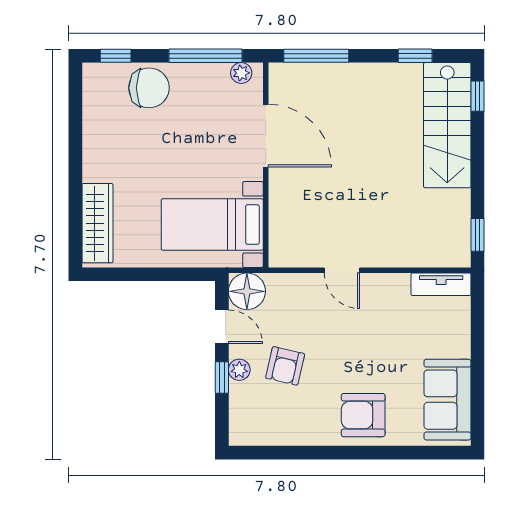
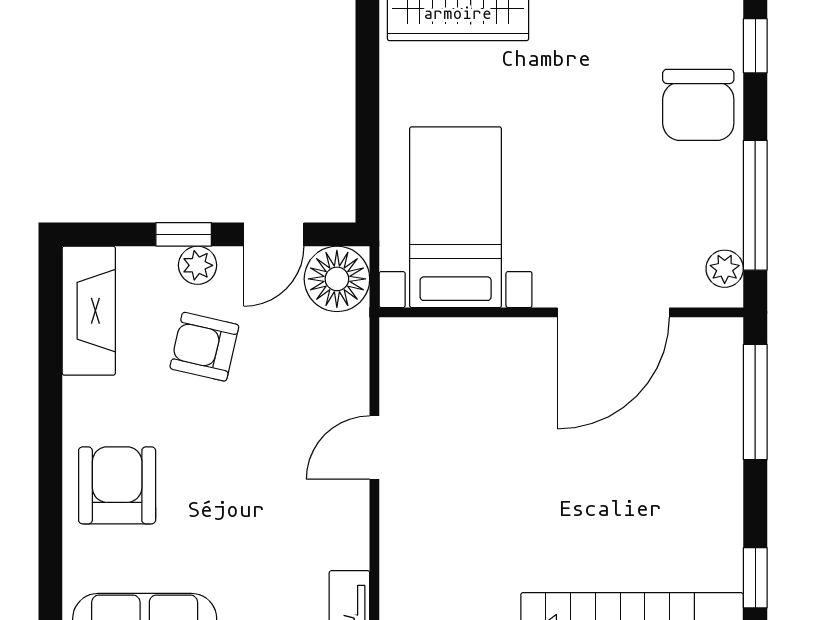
fireplace: (265, 431) -> (89, 311), added

